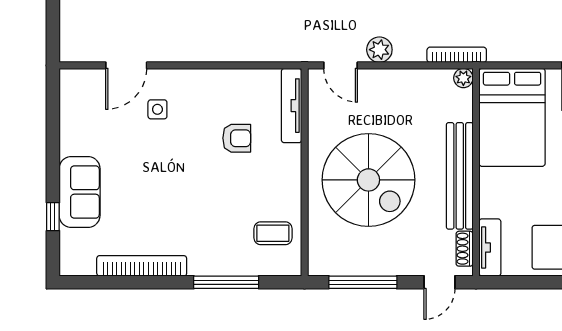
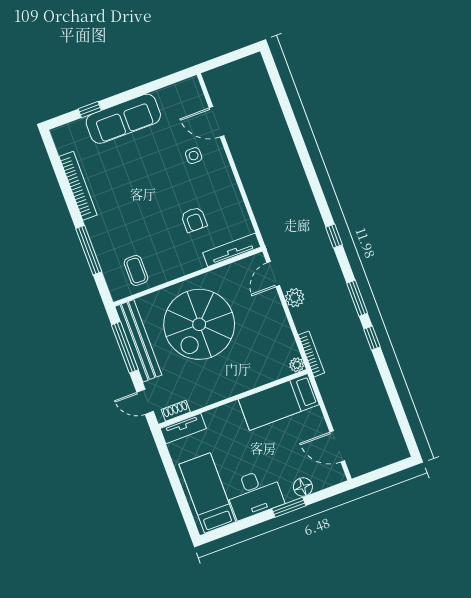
bed: (512, 117) -> (279, 402), width x0.67
bench: (460, 176) -> (138, 341), moved, turned 90
sofa: (80, 192) -> (123, 119), width x1.36

